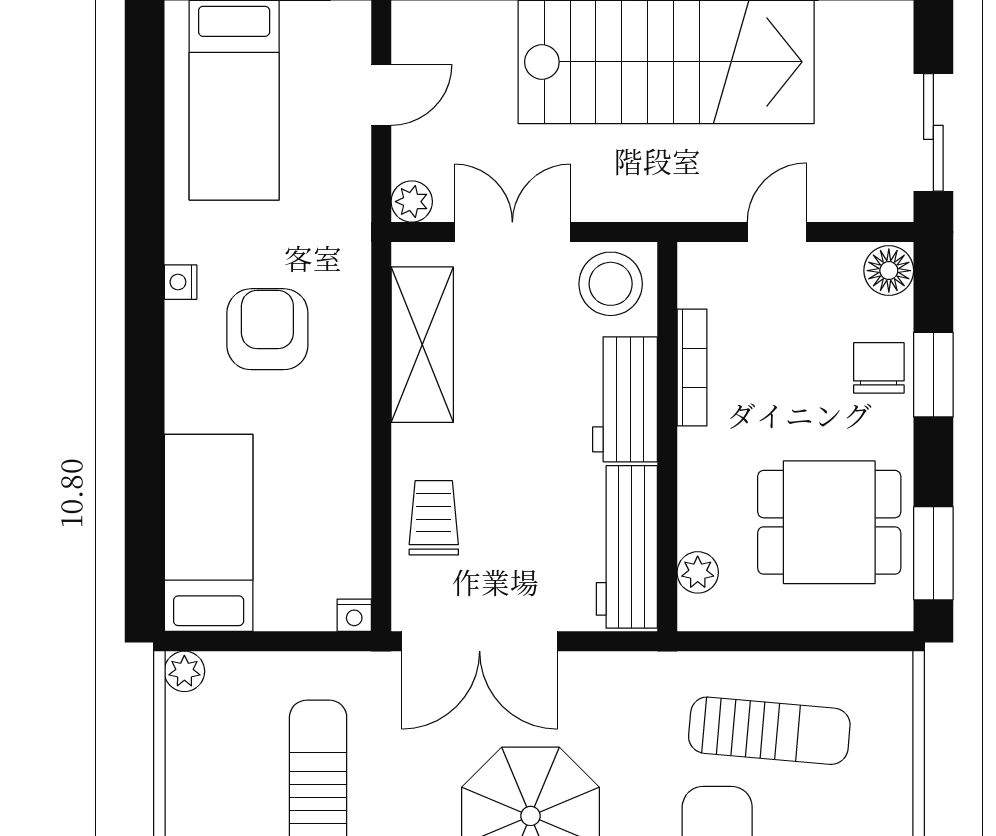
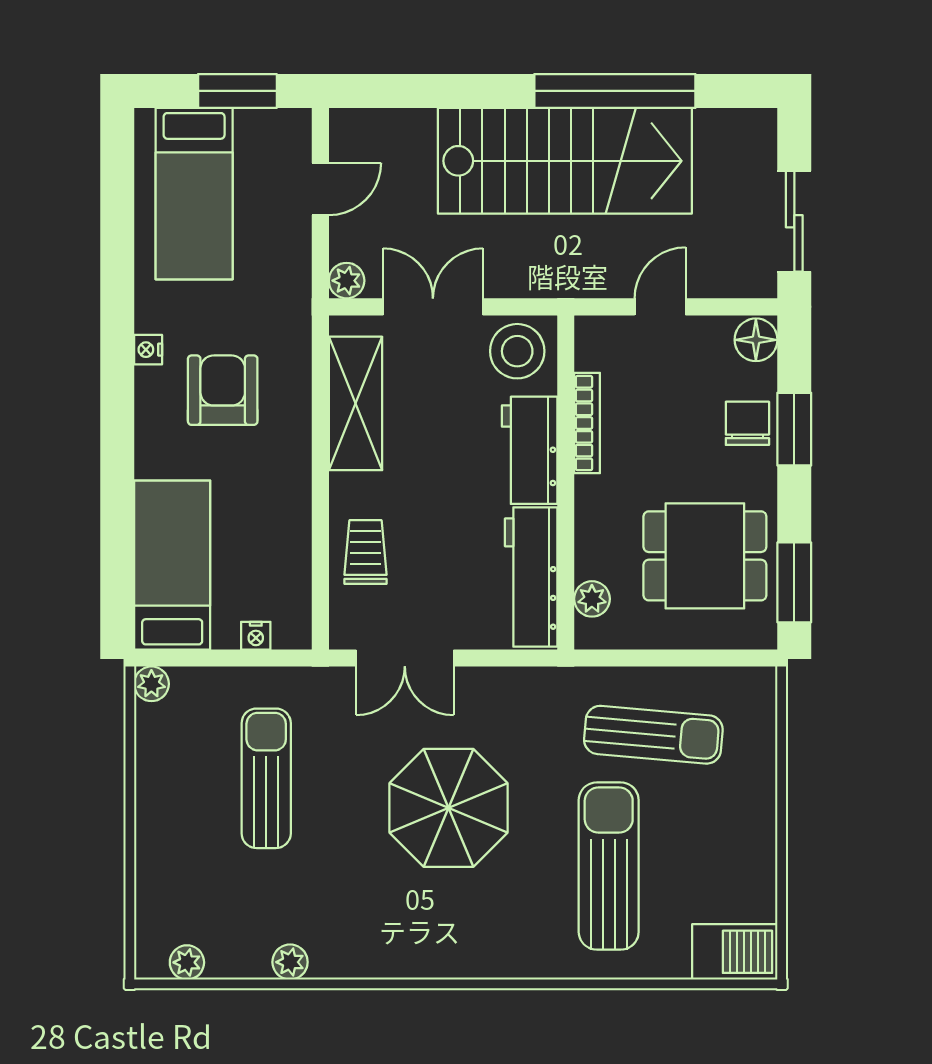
nightstand: (354, 615) -> (256, 636), moved
double door: (480, 641) -> (405, 658), width x0.73

